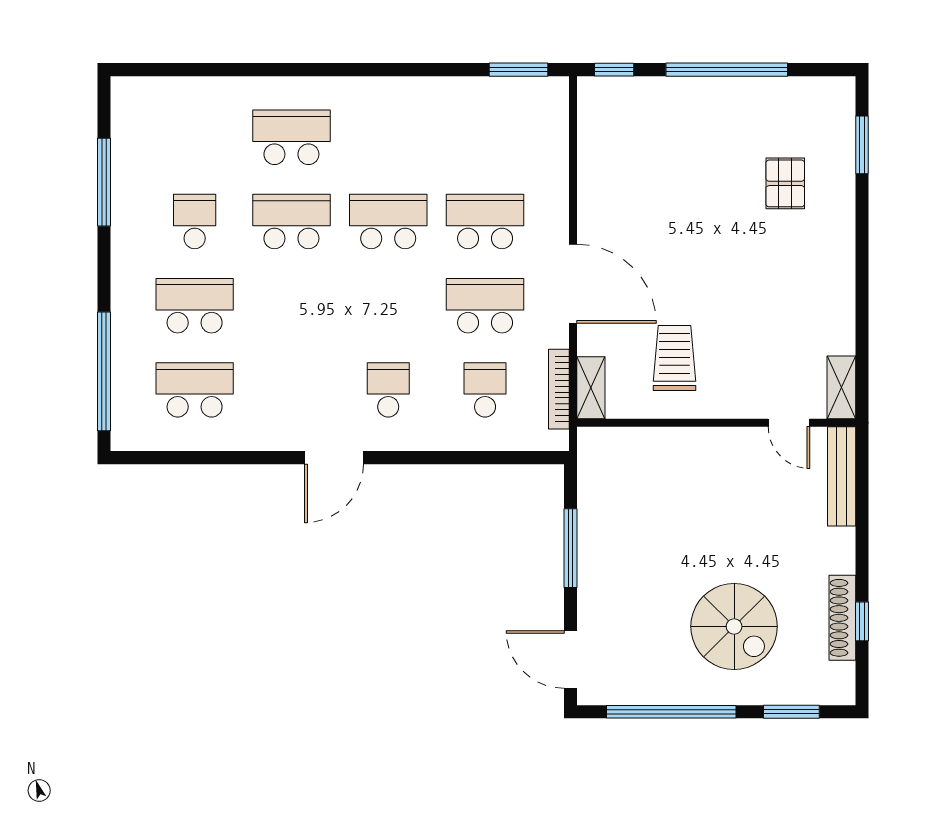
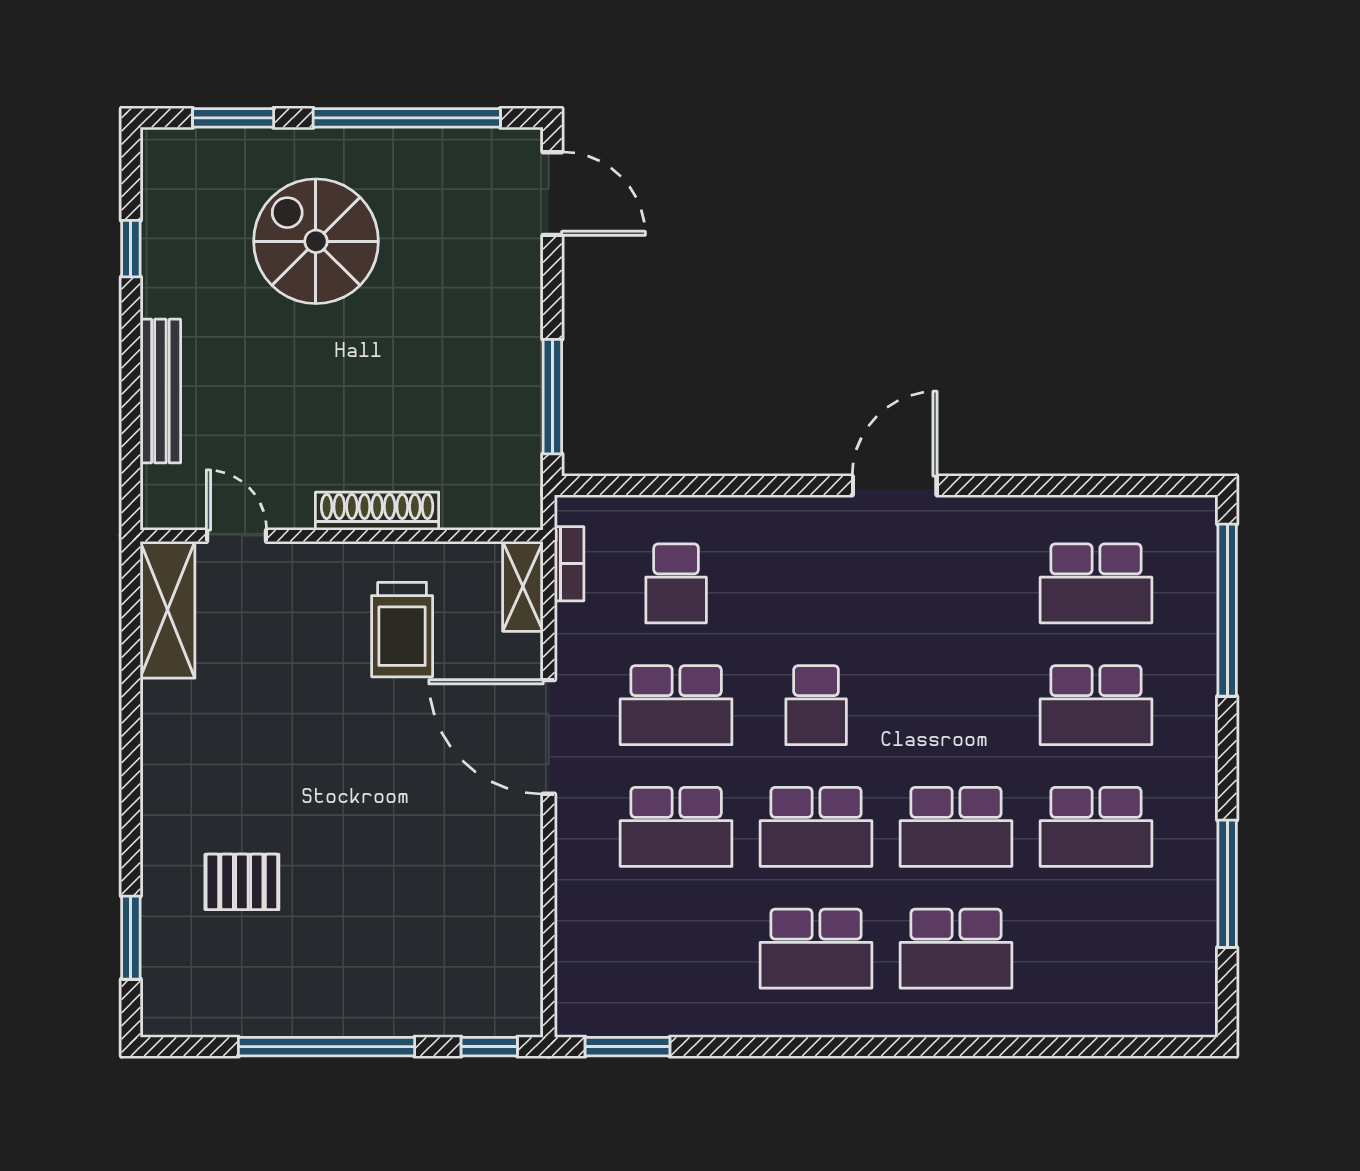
school desk: (388, 137) -> (816, 949), added
pallet: (785, 183) -> (242, 882), turned 90
school desk: (195, 221) -> (1096, 827), width x1.85
shelving: (841, 387) -> (168, 610), width x1.50, depth x1.33
bookcase: (559, 389) -> (569, 564), width x0.64
school desk: (388, 390) -> (816, 705), moved
bench: (842, 476) -> (160, 391), moved
window: (571, 548) -> (552, 397), moved
shoe rack: (842, 618) -> (377, 511), moved, turned -90

